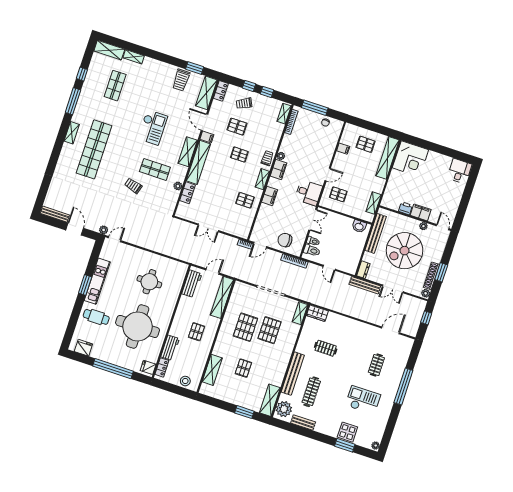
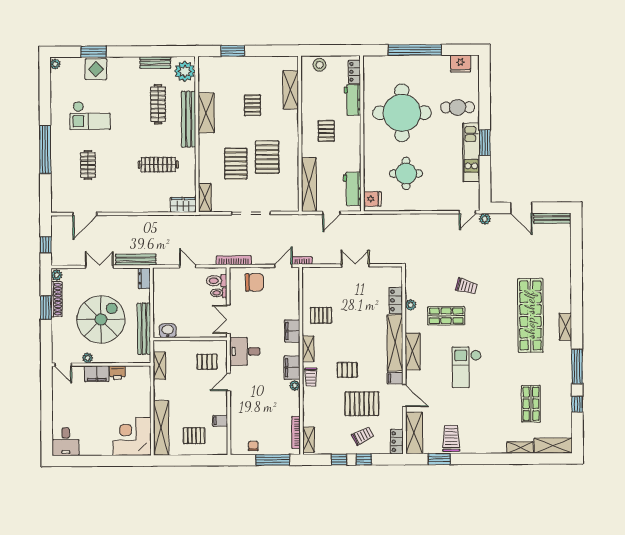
pallet: (237, 127) -> (362, 404), width x1.50, depth x1.42
clothes rail: (326, 348) -> (158, 165), width x1.36
fridge: (148, 367) -> (372, 199), moved
shelving: (270, 400) -> (206, 113), moved

